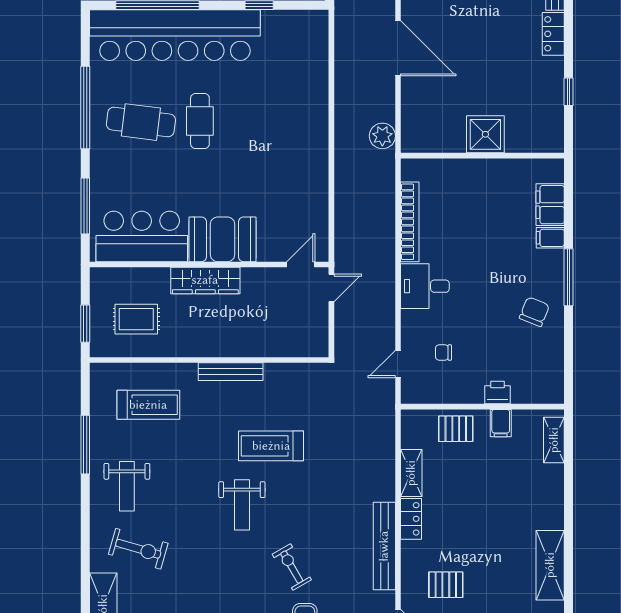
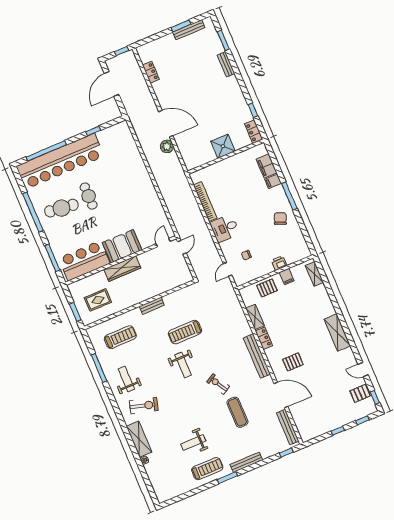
locker: (553, 34) -> (254, 132), moved
plant: (382, 136) -> (167, 146), moved
bench: (231, 372) -> (152, 306), width x0.73
weight bench: (127, 486) -> (126, 379), turned 180

